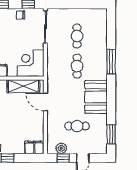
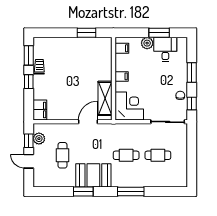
window: (111, 134) -> (83, 191), moved

